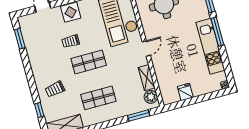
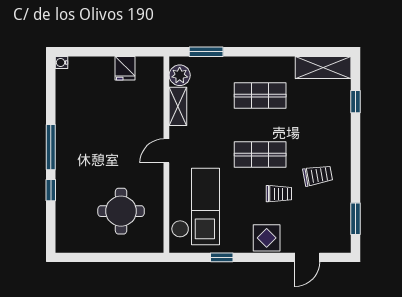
kitchen unit: (210, 46) -> (67, 127), removed
trolley: (55, 89) -> (318, 175), moved

